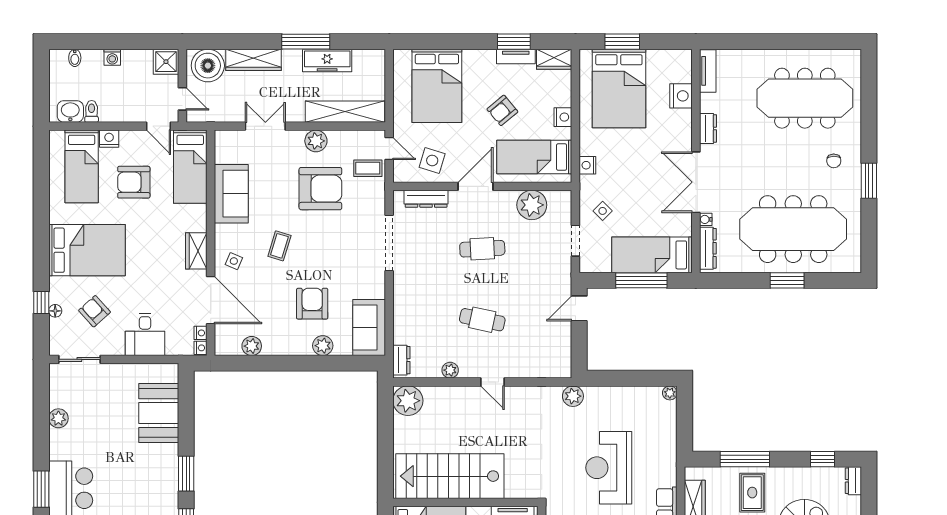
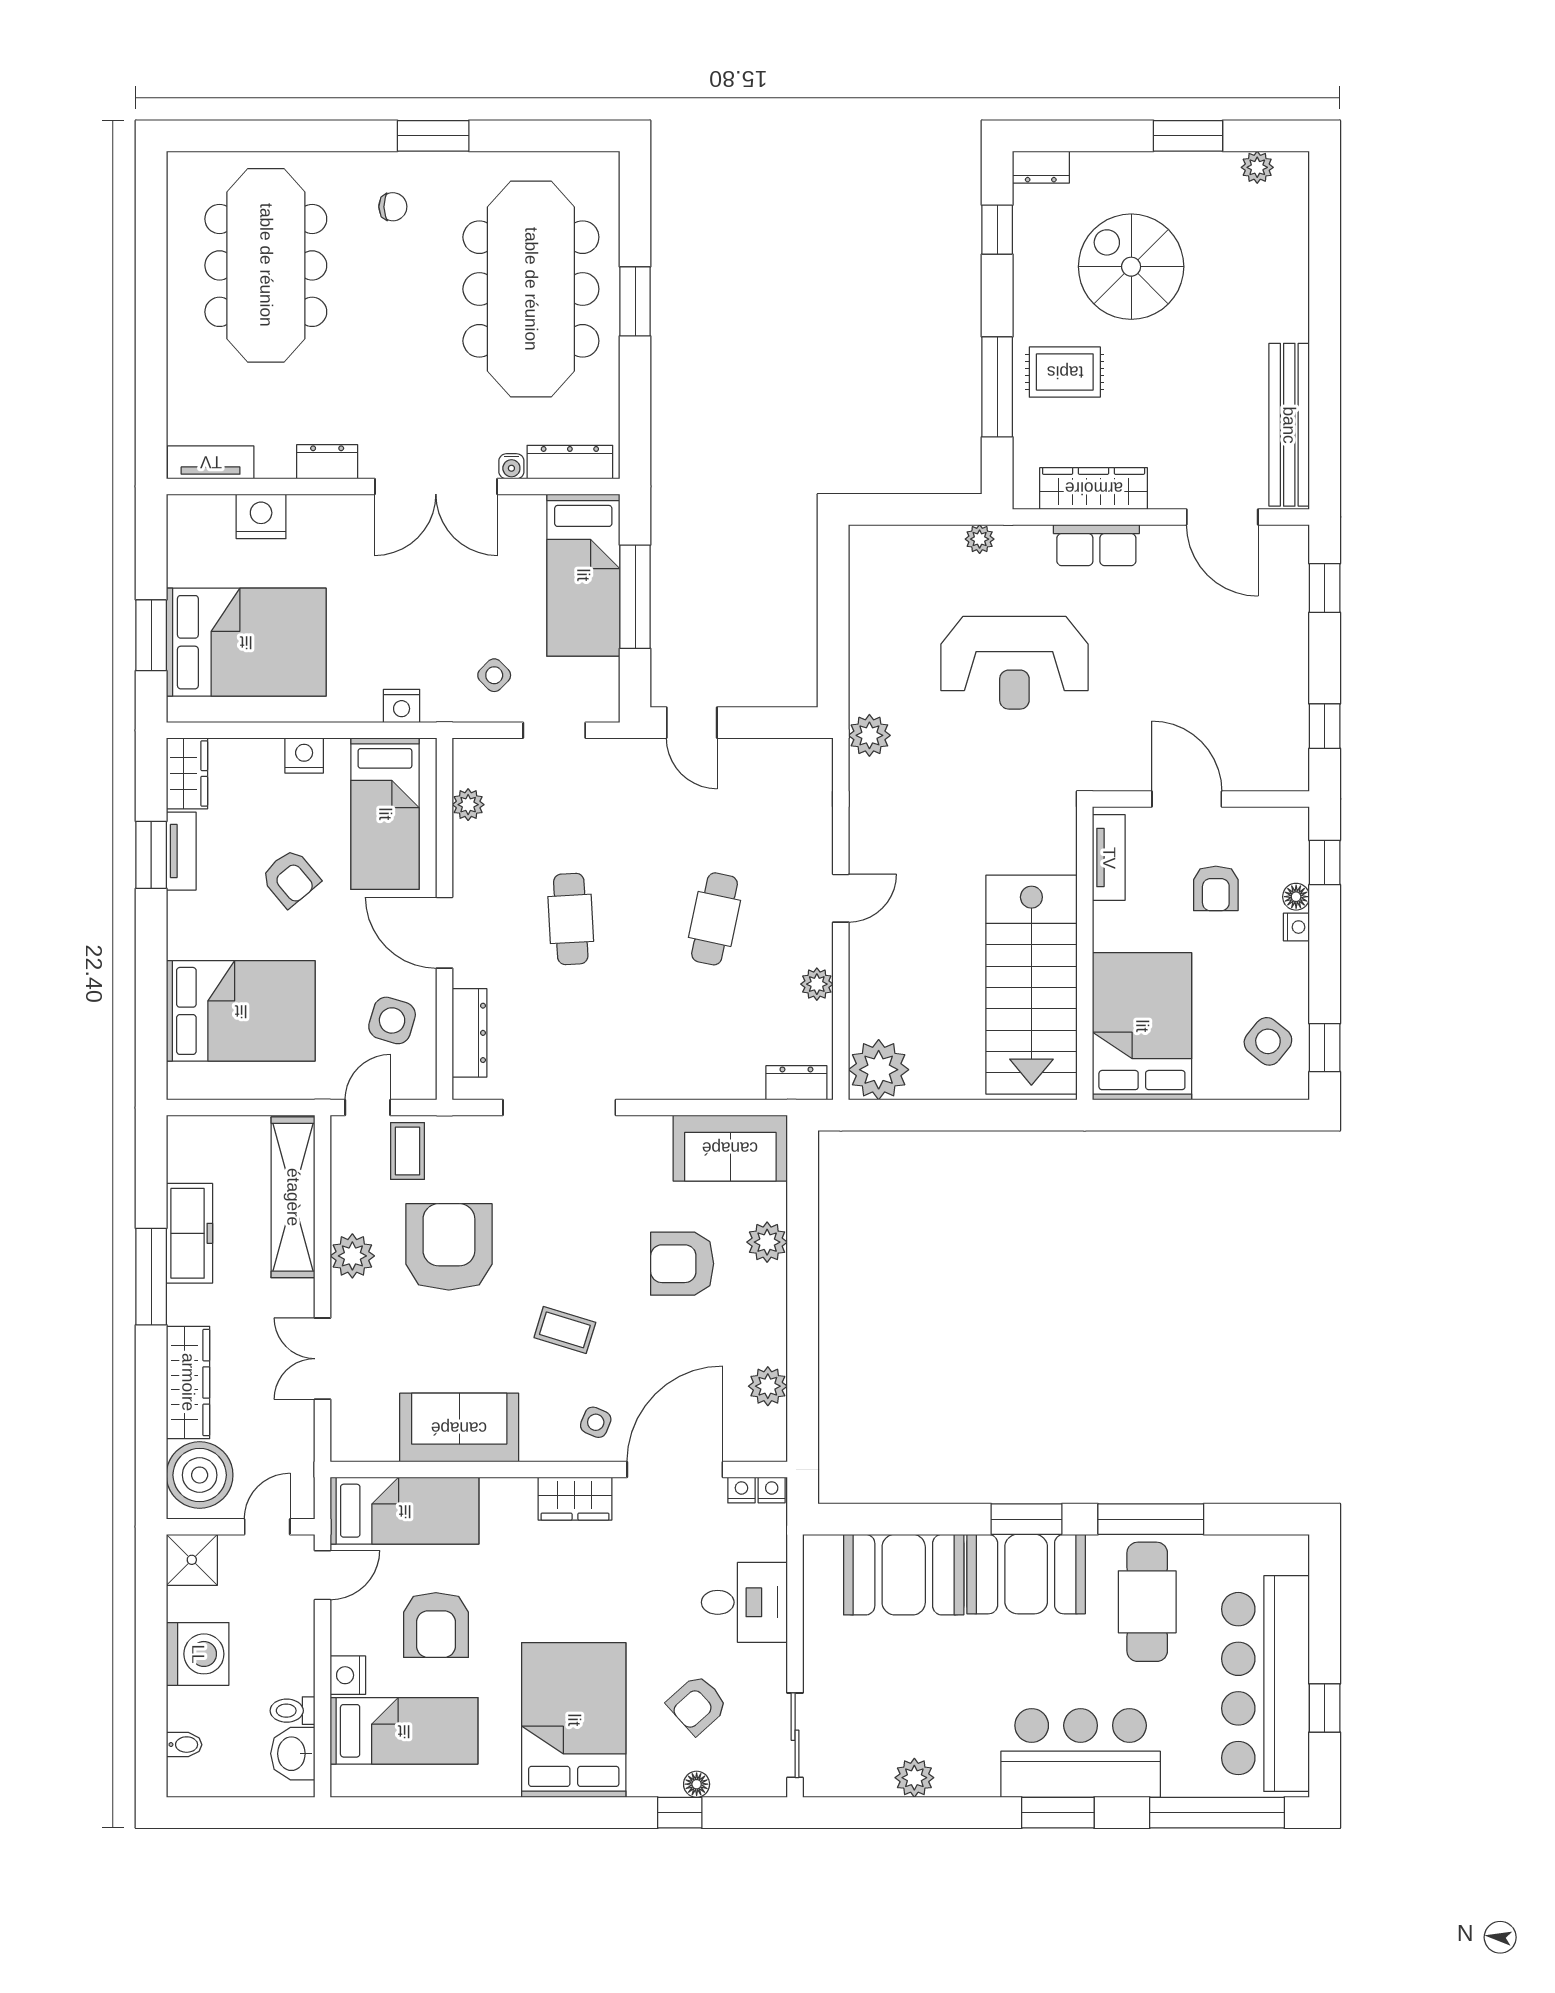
washing machine: (112, 57) -> (198, 1654), width x1.89, depth x1.89
plant: (532, 205) -> (468, 805), width x0.53, depth x0.53
plant: (670, 393) -> (980, 539), moved
booth: (159, 473) -> (1026, 1574), added

